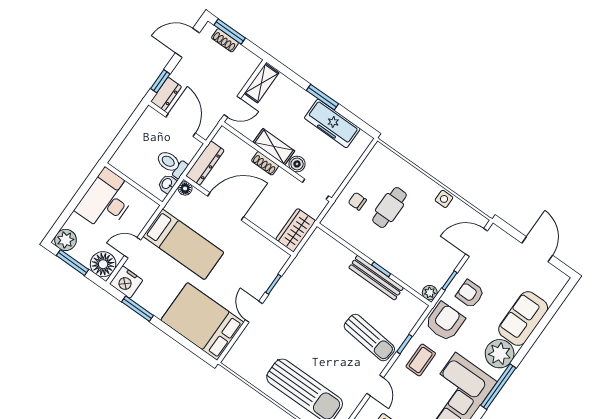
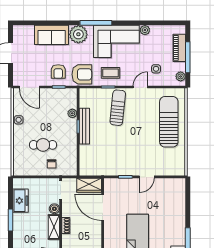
freezer: (332, 123) -> (20, 201), width x0.71
door: (226, 207) -> (103, 207), moved
plant: (430, 293) -> (72, 113), moved
bed: (202, 321) -> (171, 200), removed
armchair: (445, 322) -> (82, 74), turned 180

